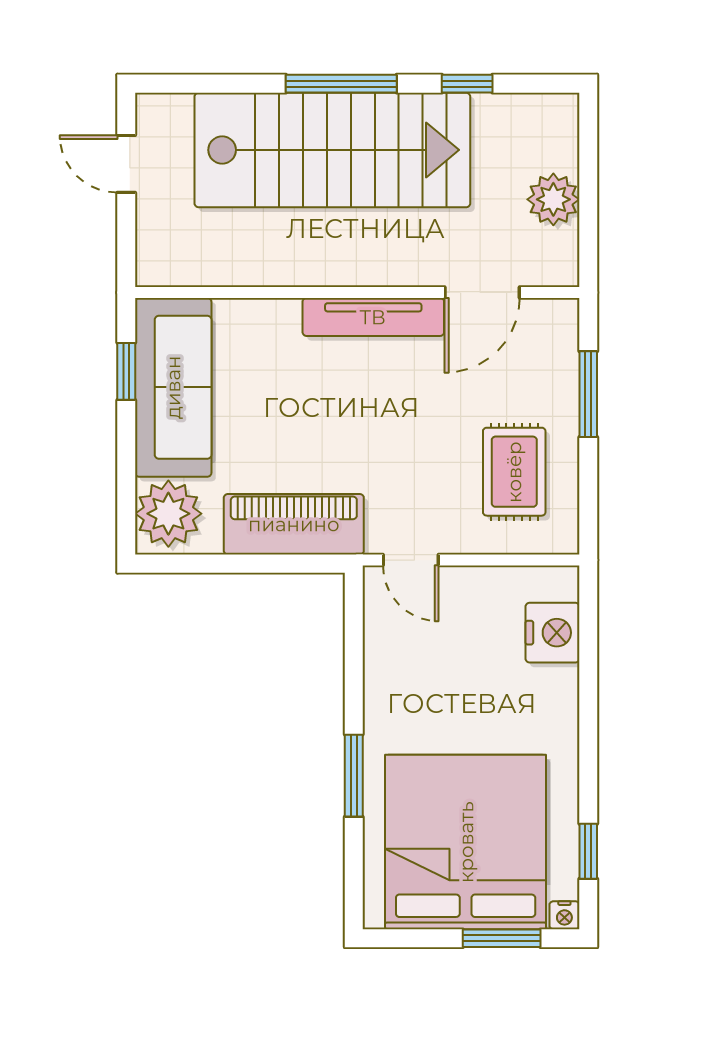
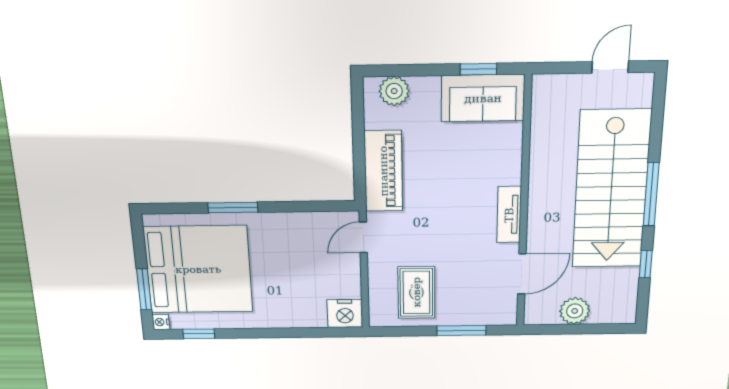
door: (482, 292) -> (522, 274), swing flipped
tv unit: (373, 317) -> (509, 215), width x0.71
sofa: (173, 387) -> (483, 98), width x0.73
rug: (514, 472) -> (416, 292), turned 90
plant: (168, 514) -> (394, 91), width x0.73, depth x0.73
nightstand: (552, 633) -> (345, 313), moved

